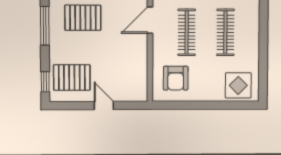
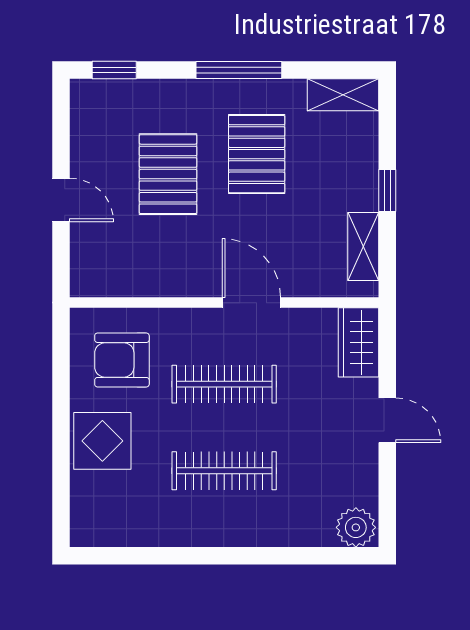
pallet: (72, 77) -> (168, 174), moved
display table: (238, 85) -> (102, 441), moved
door: (104, 105) -> (61, 200), hinge flipped

